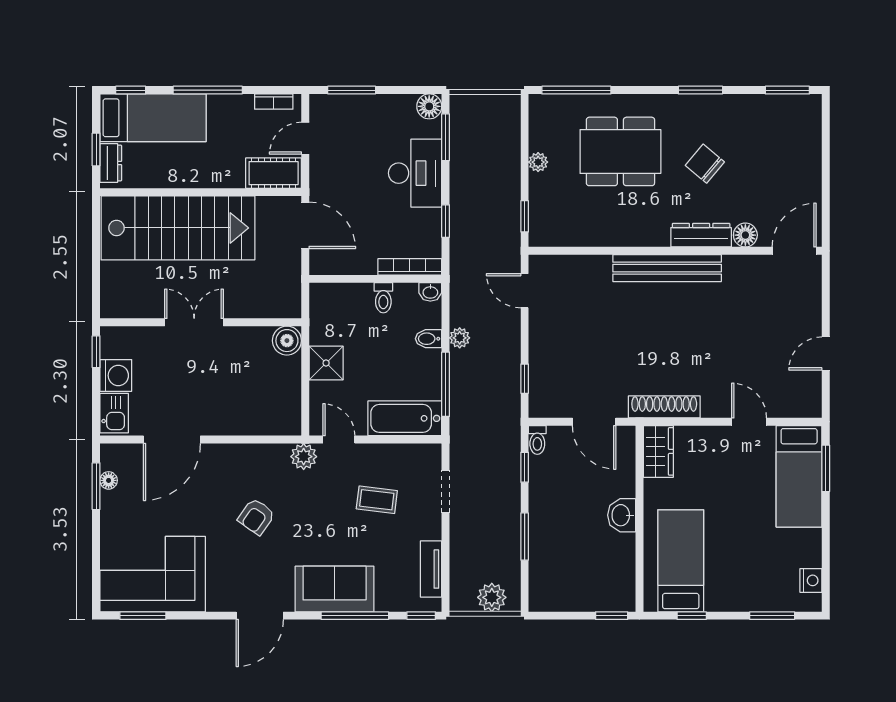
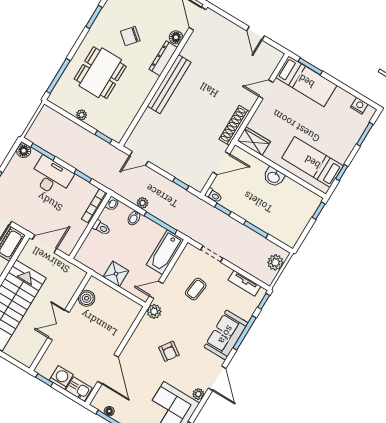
boiler: (287, 341) -> (87, 298), moved
plant: (218, 601) -> (198, 394), added

